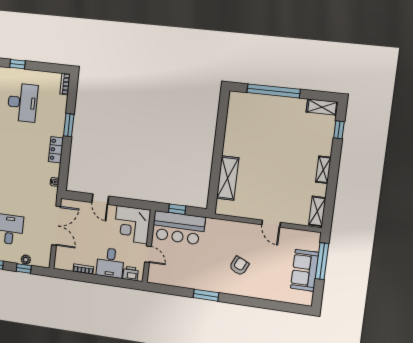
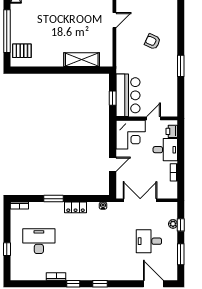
pallet: (247, 107) -> (22, 51), added

